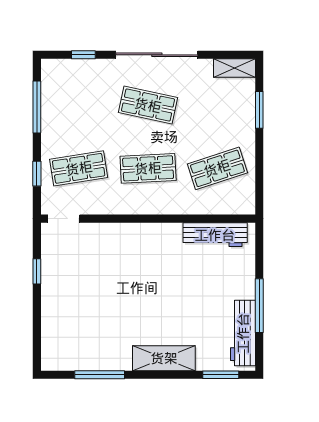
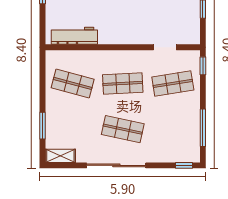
window: (83, 55) -> (184, 165), moved
shop shelf: (217, 168) -> (73, 83), turned 33
window: (37, 174) -> (203, 66), moved
doorway: (64, 219) -> (165, 47), moved

